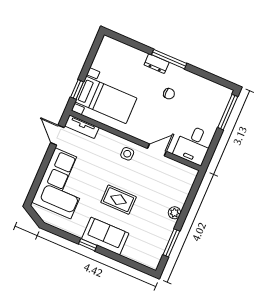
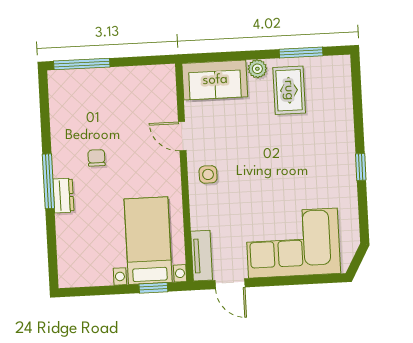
door: (57, 135) -> (230, 284), hinge flipped
desk: (193, 145) -> (150, 89), removed
rug: (119, 200) -> (289, 90), moved
sofa: (105, 236) -> (215, 80), moved, turned -90

